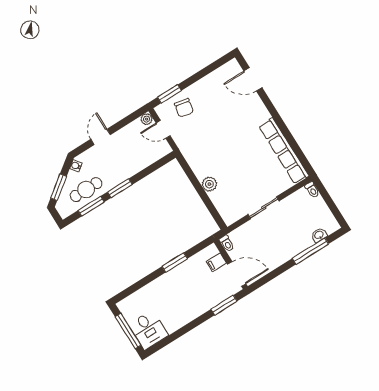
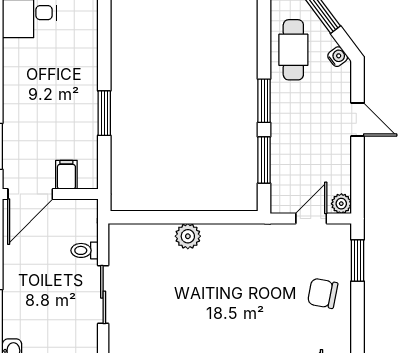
chair: (184, 108) -> (323, 293), moved
window: (91, 206) -> (264, 160), moved
toilet: (227, 243) -> (85, 250), moved

